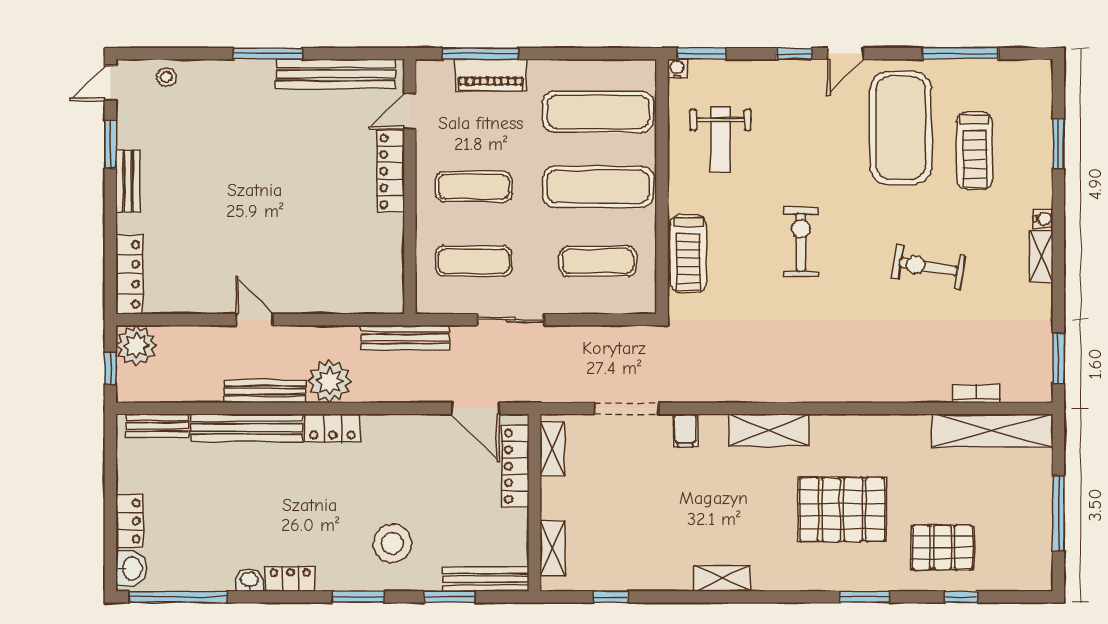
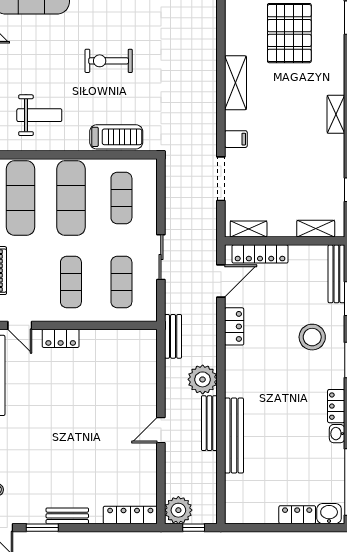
locker: (391, 171) -> (61, 338), width x0.66
bench: (405, 338) -> (173, 336), width x0.73
bench: (157, 426) -> (233, 496), removed
locker: (333, 428) -> (234, 326), moved

